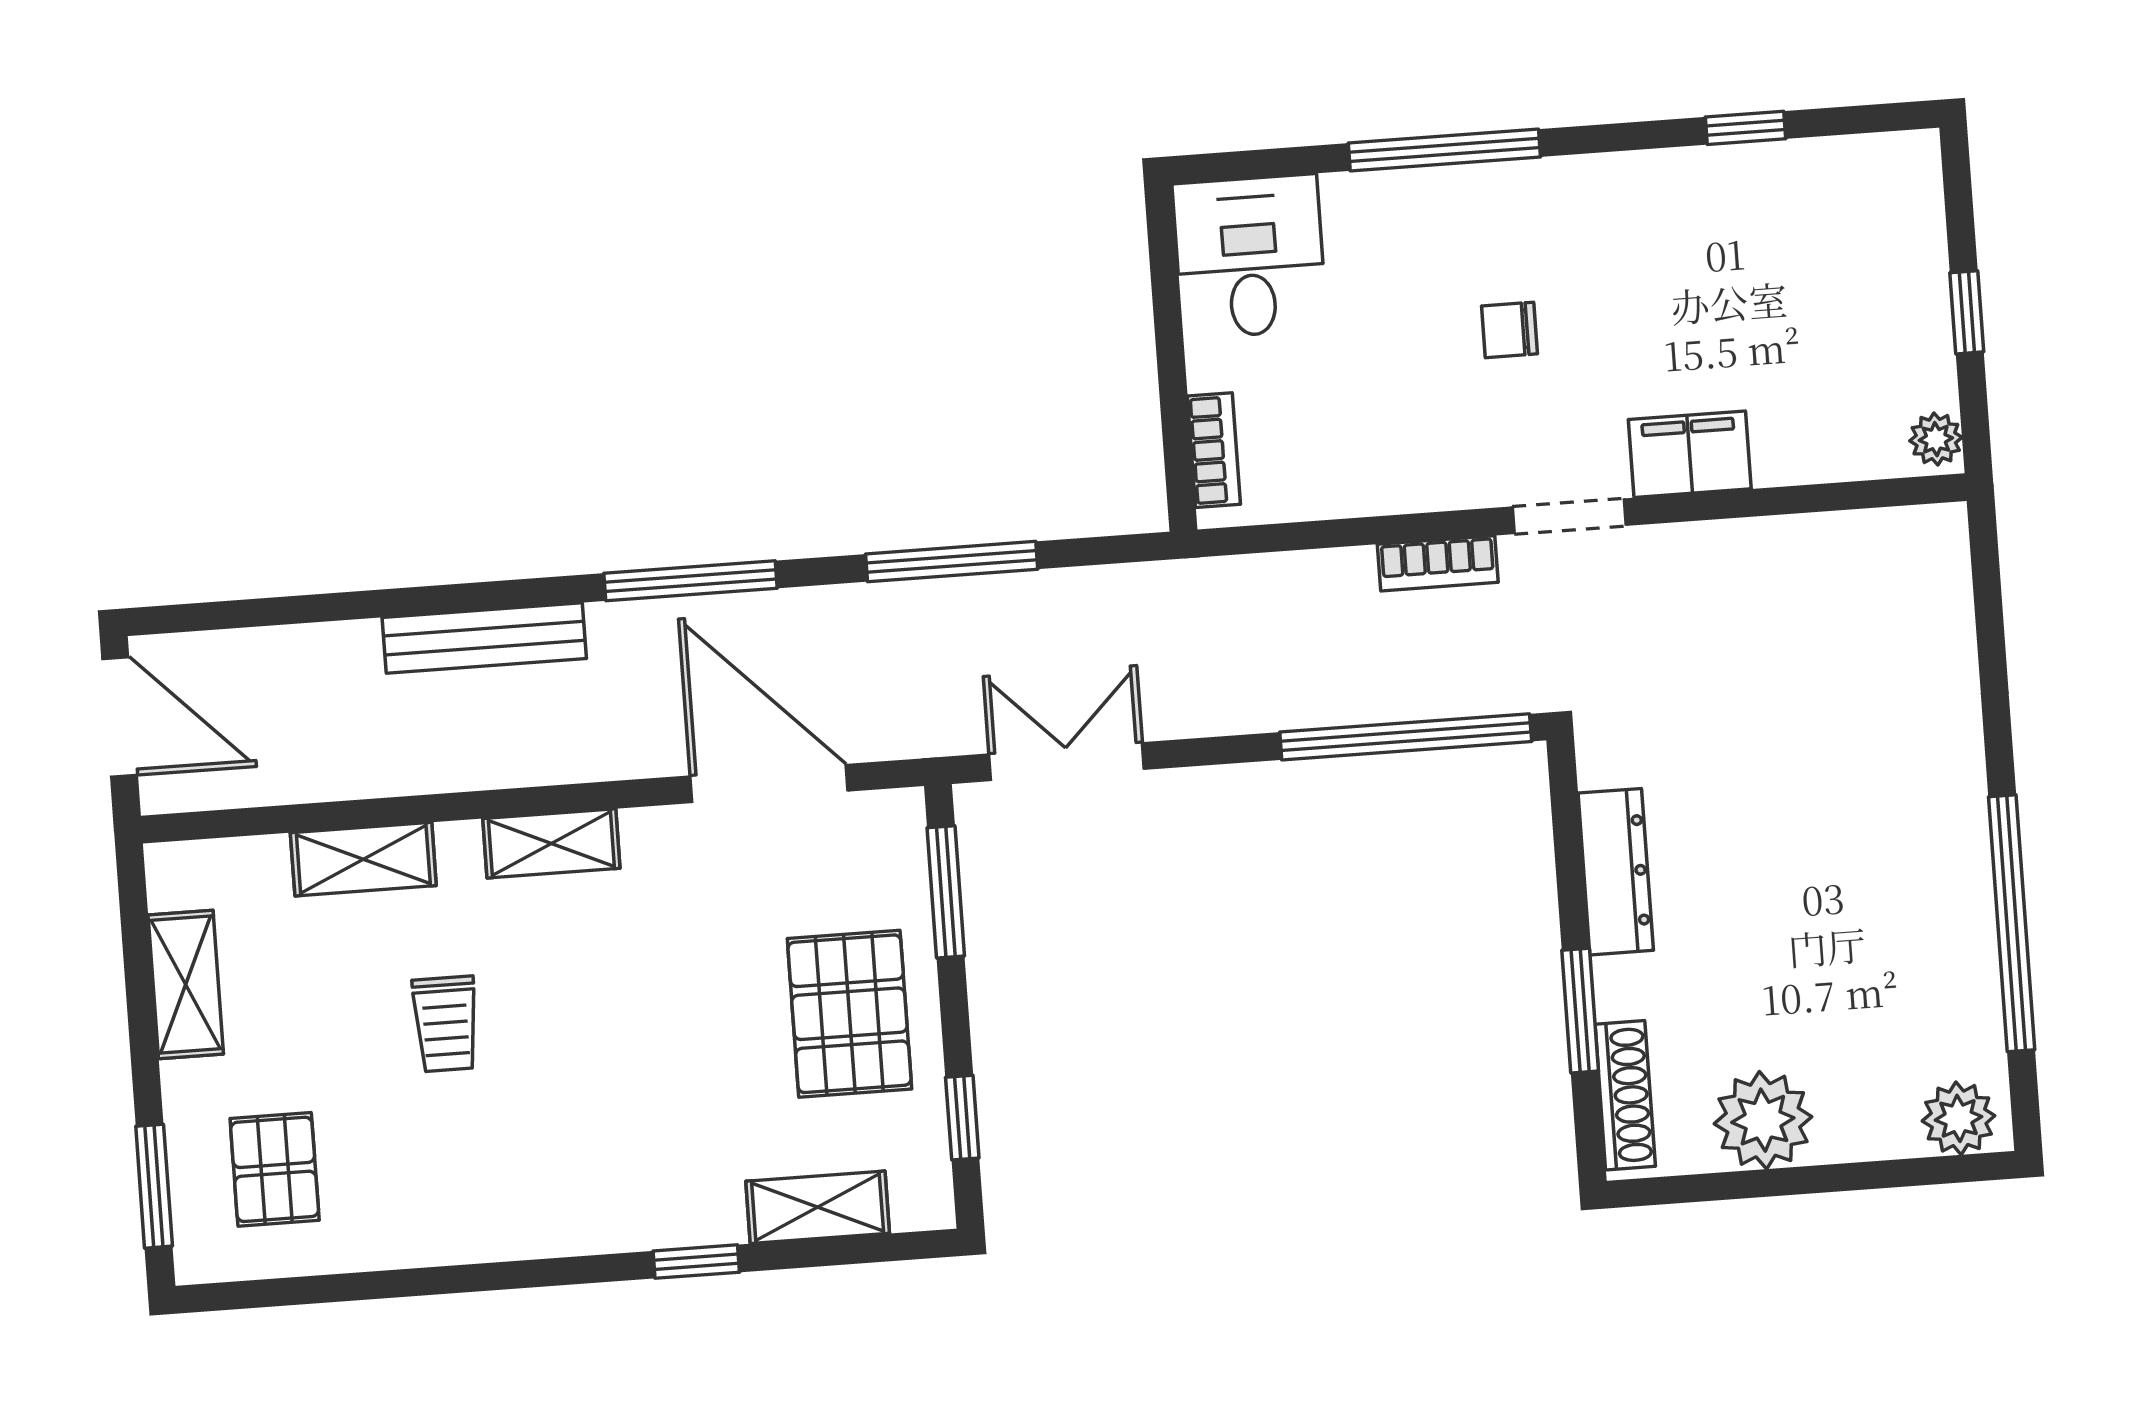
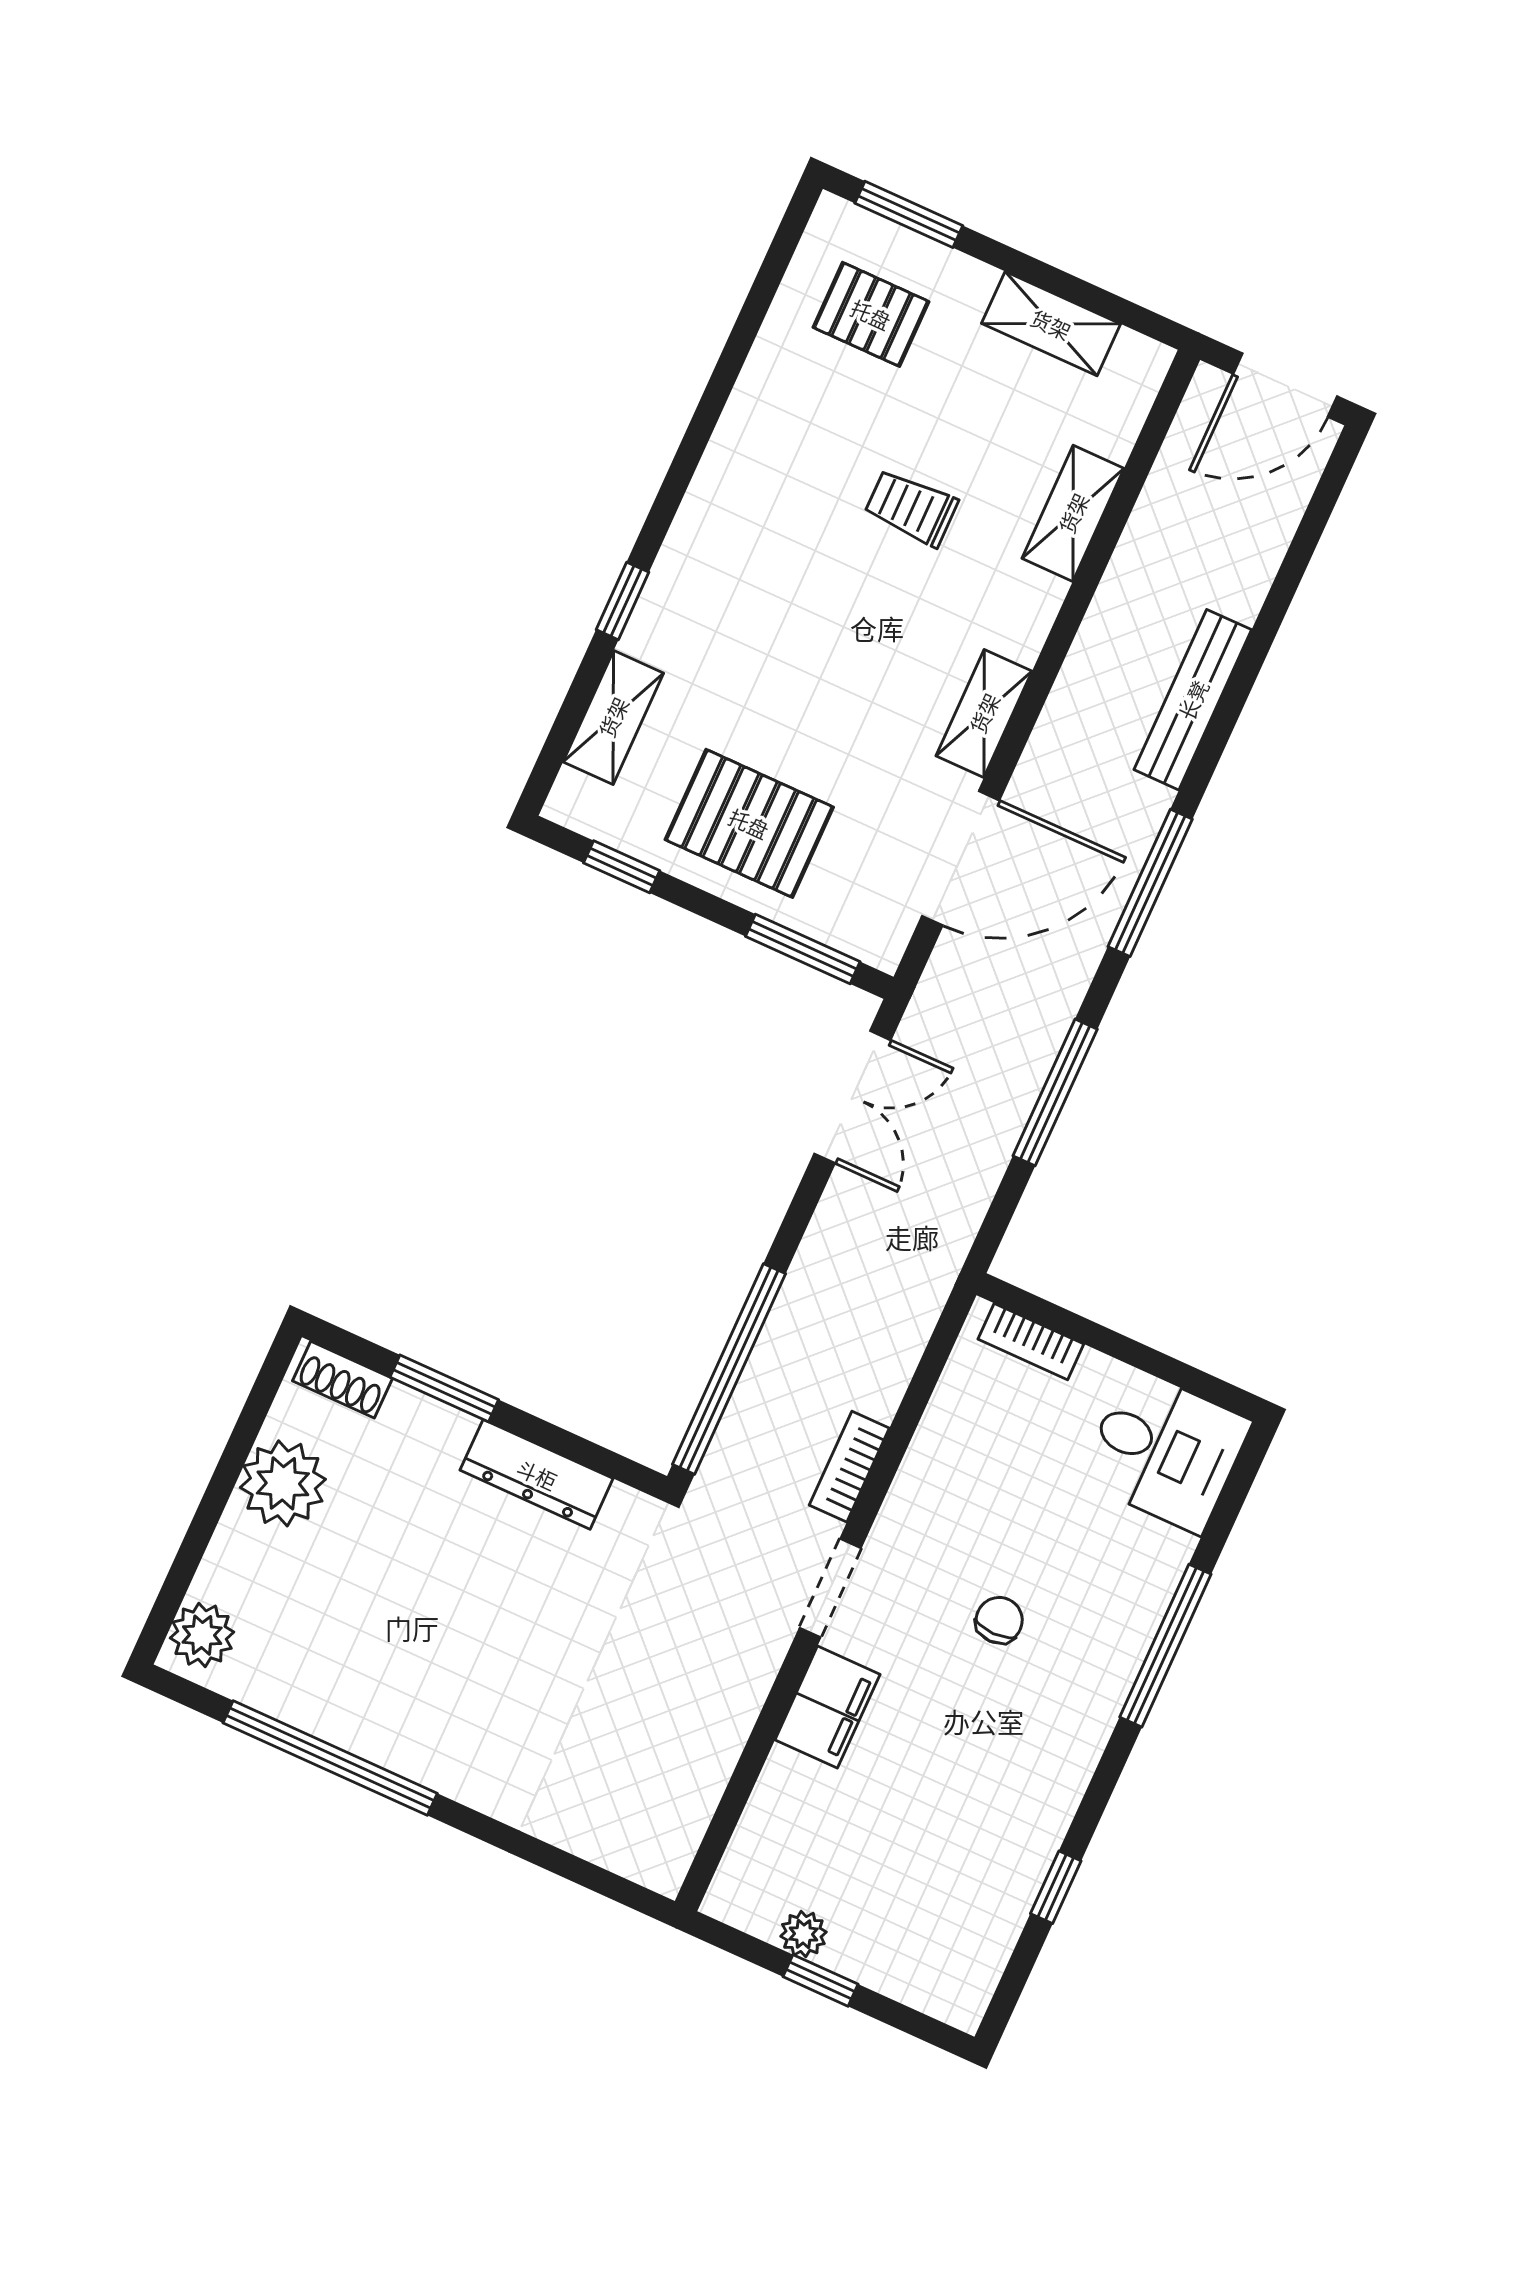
plant: (1936, 439) -> (803, 1934), moved
shelving: (551, 843) -> (984, 713), moved
shoe rack: (1625, 1095) -> (342, 1380), width x0.70

